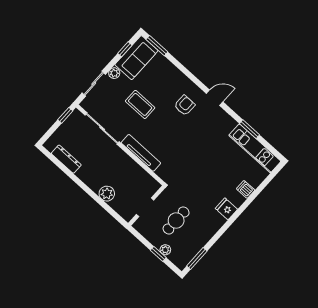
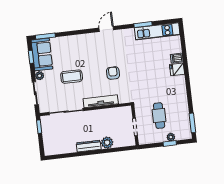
armchair: (185, 105) -> (113, 73), moved
dresser: (66, 159) -> (89, 146), moved
fridge: (226, 209) -> (177, 69), moved

